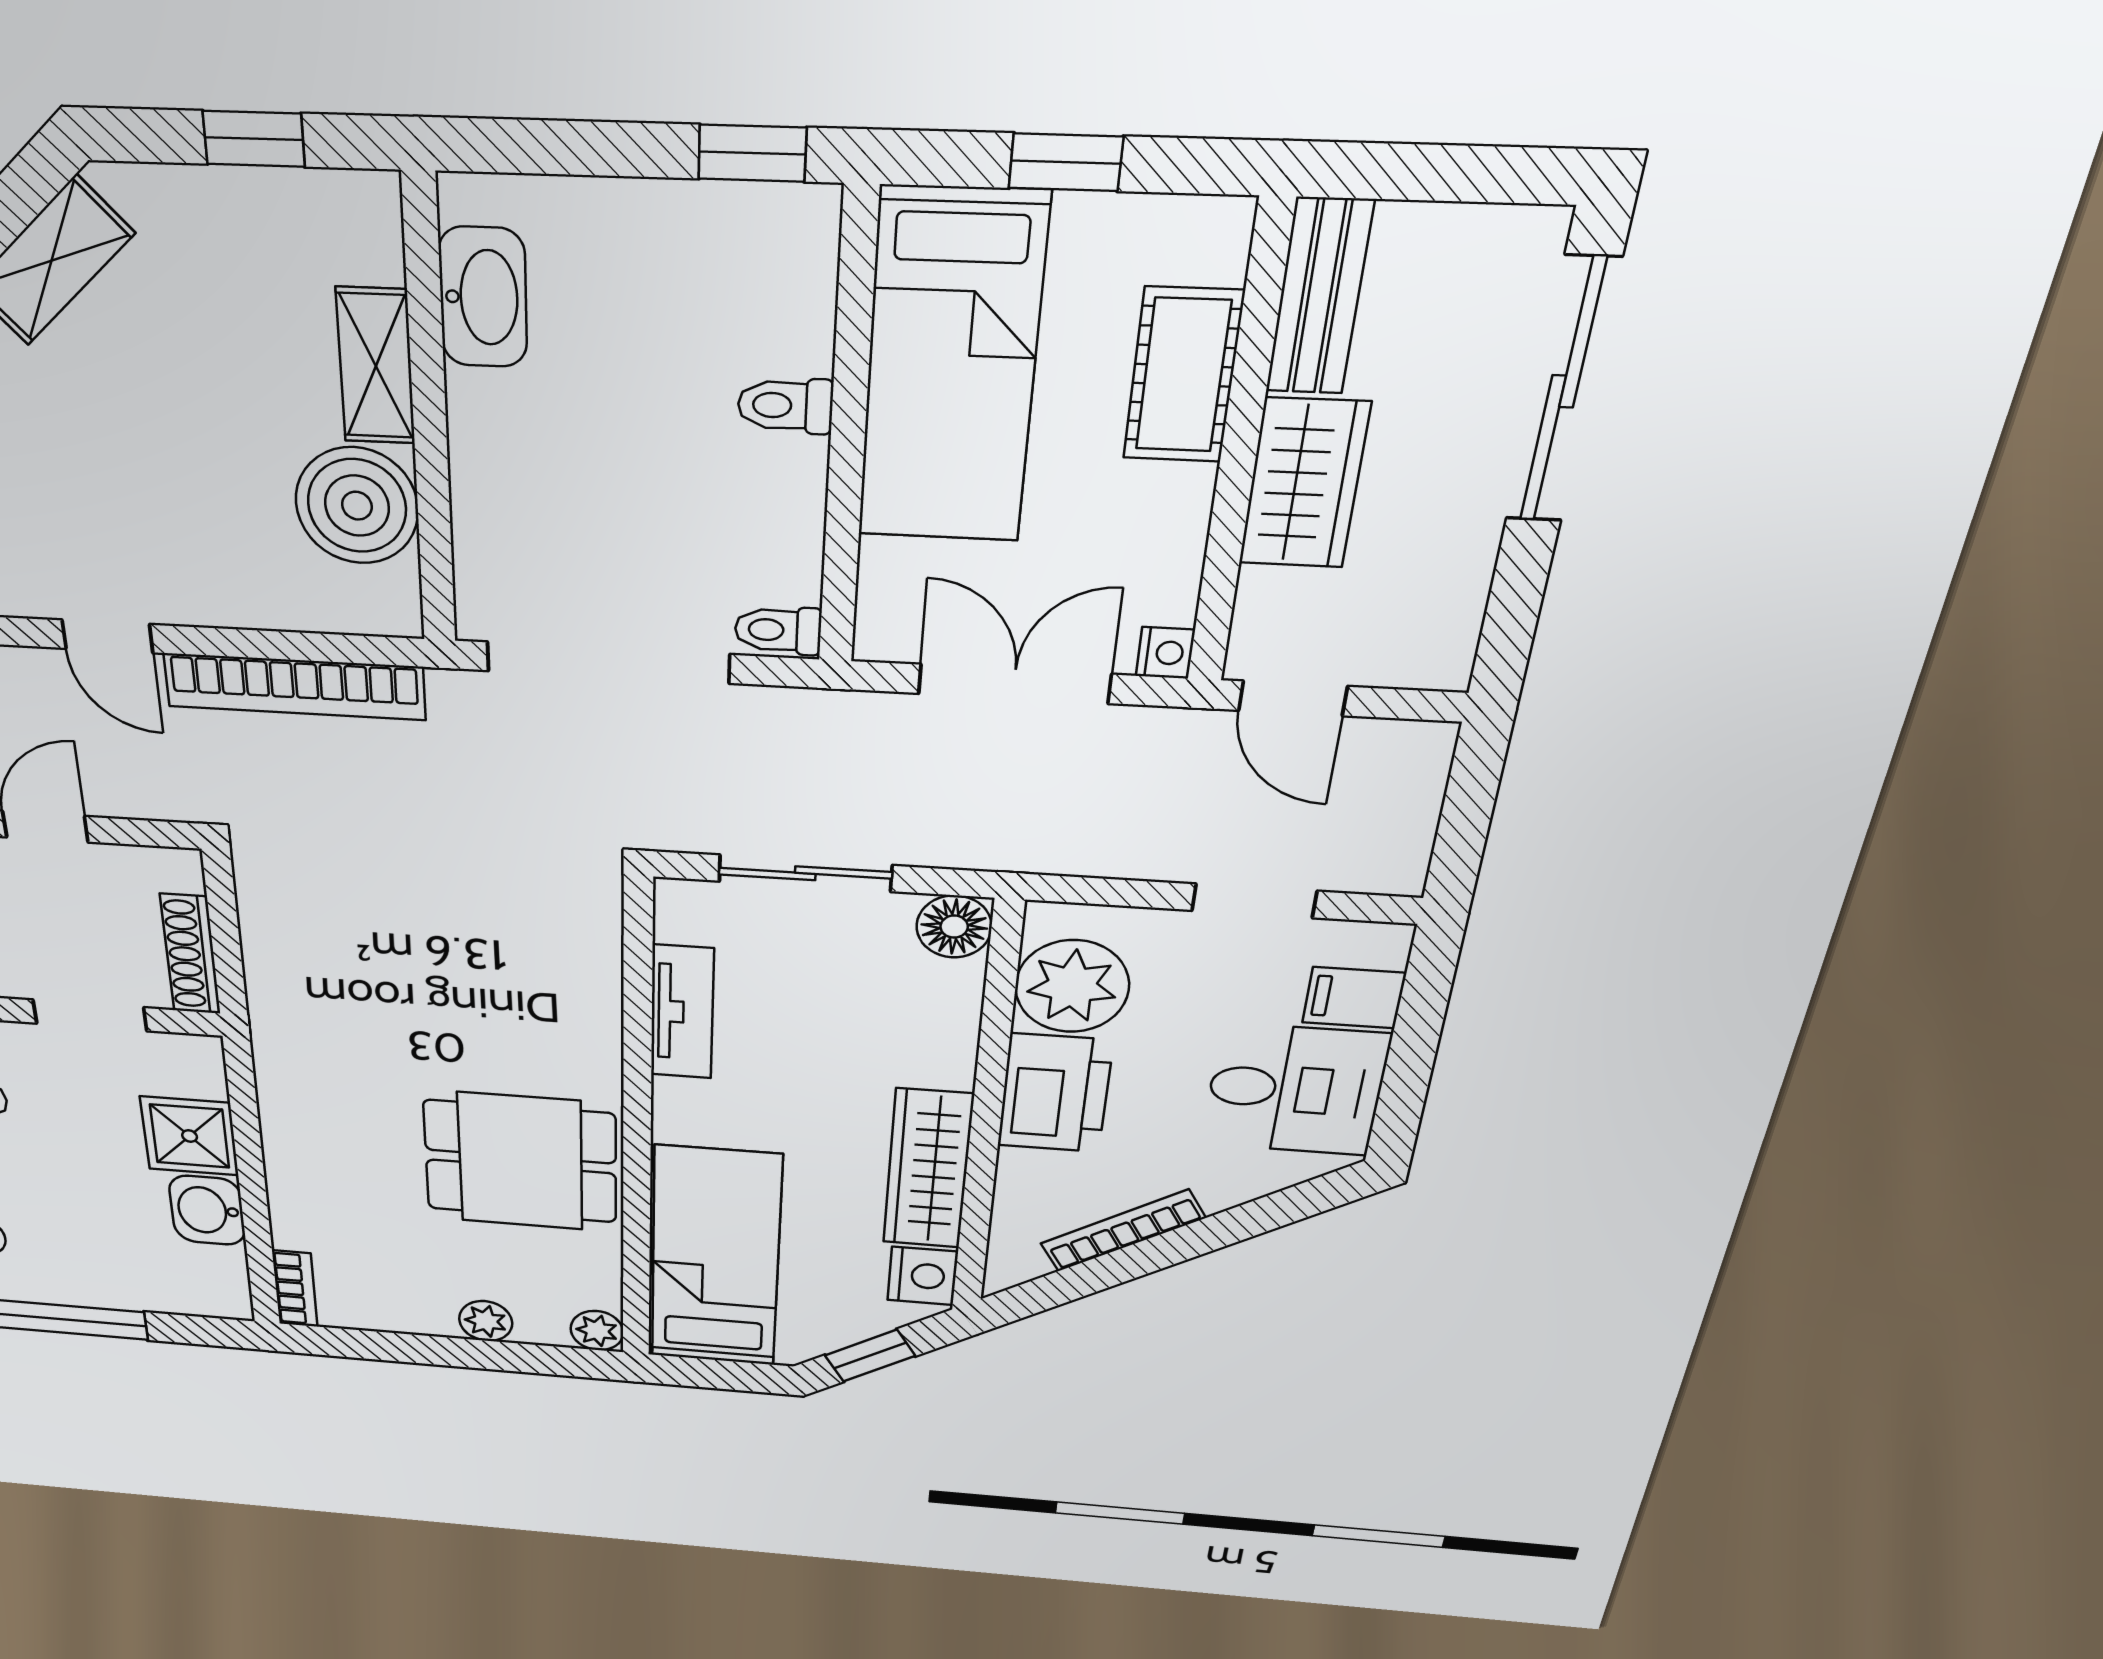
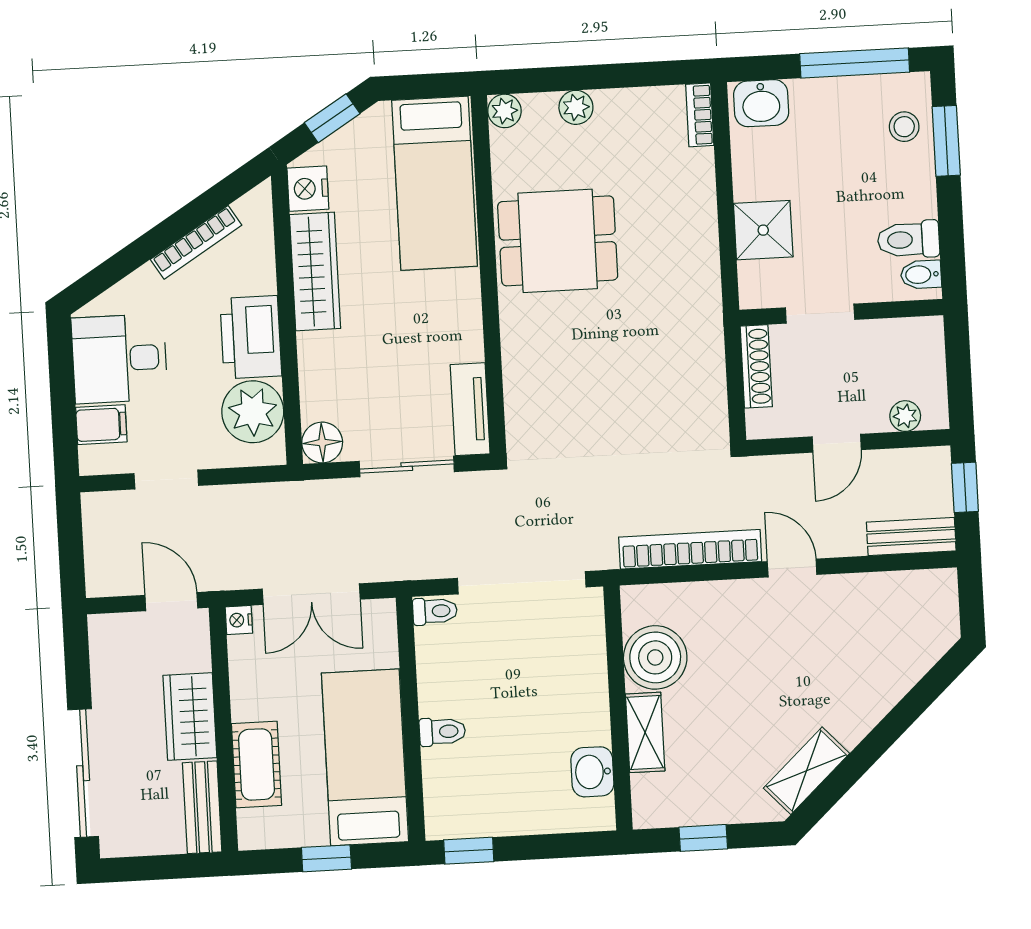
washbasin: (483, 297) -> (592, 772), width x0.72
tv unit: (682, 1012) -> (470, 409), moved
washbasin: (207, 1210) -> (761, 103), moved, turned 90

